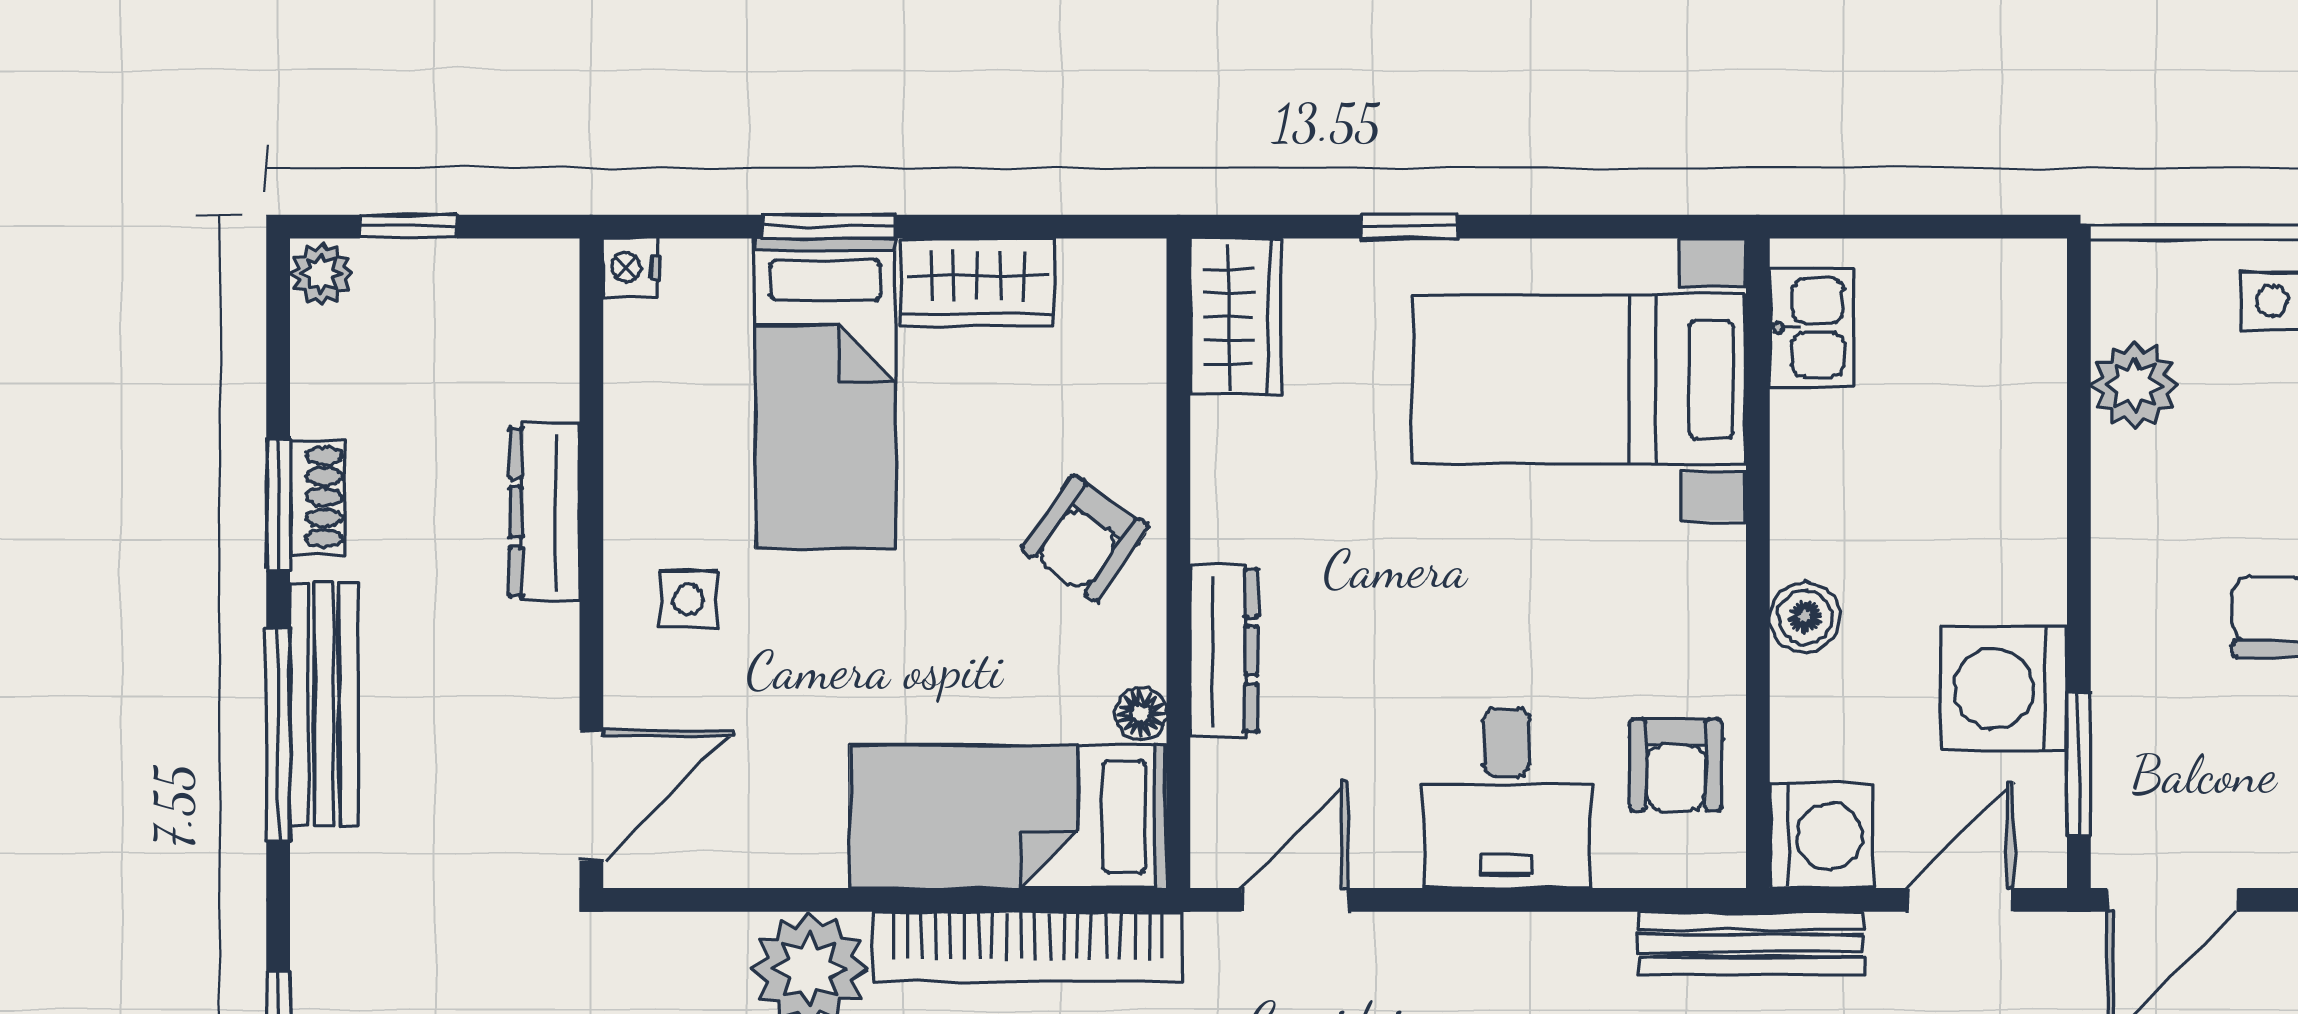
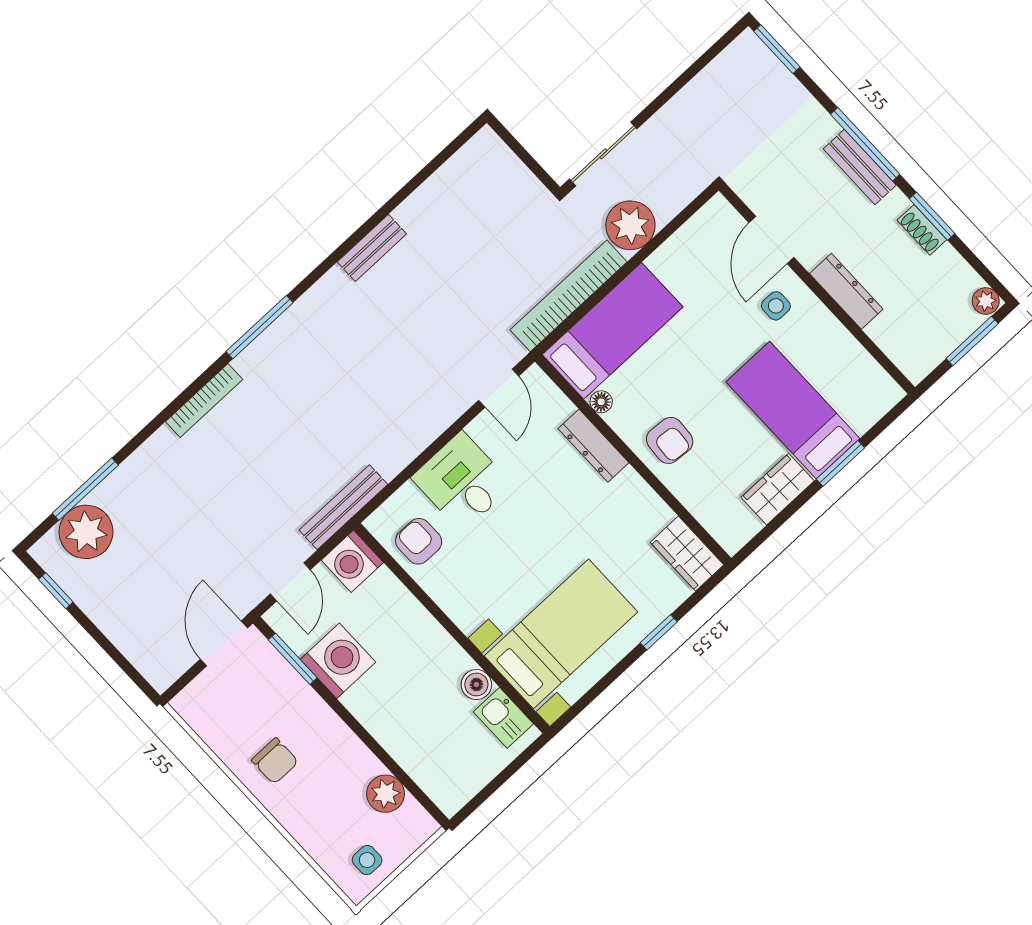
window: (408, 227) -> (972, 341), width x1.50
nightstand: (631, 268) -> (891, 393), removed
armchair: (1085, 538) -> (670, 440), turned 149
boiler: (1805, 617) -> (476, 685), moved
bench: (324, 704) -> (860, 167), width x0.73
door: (591, 795) -> (771, 240), moved

